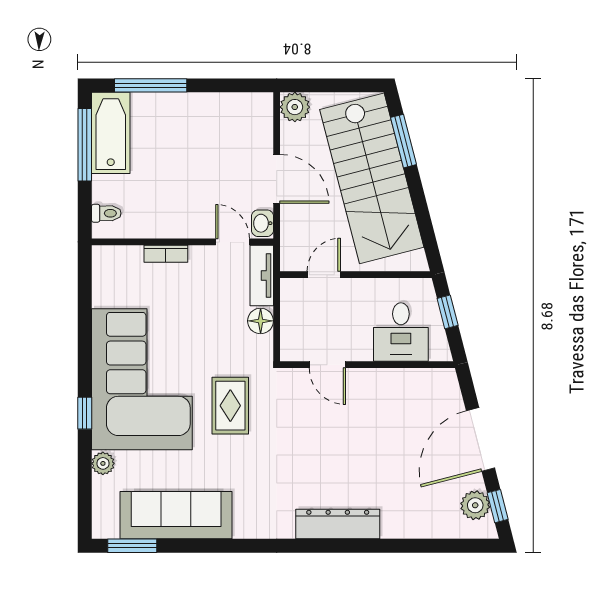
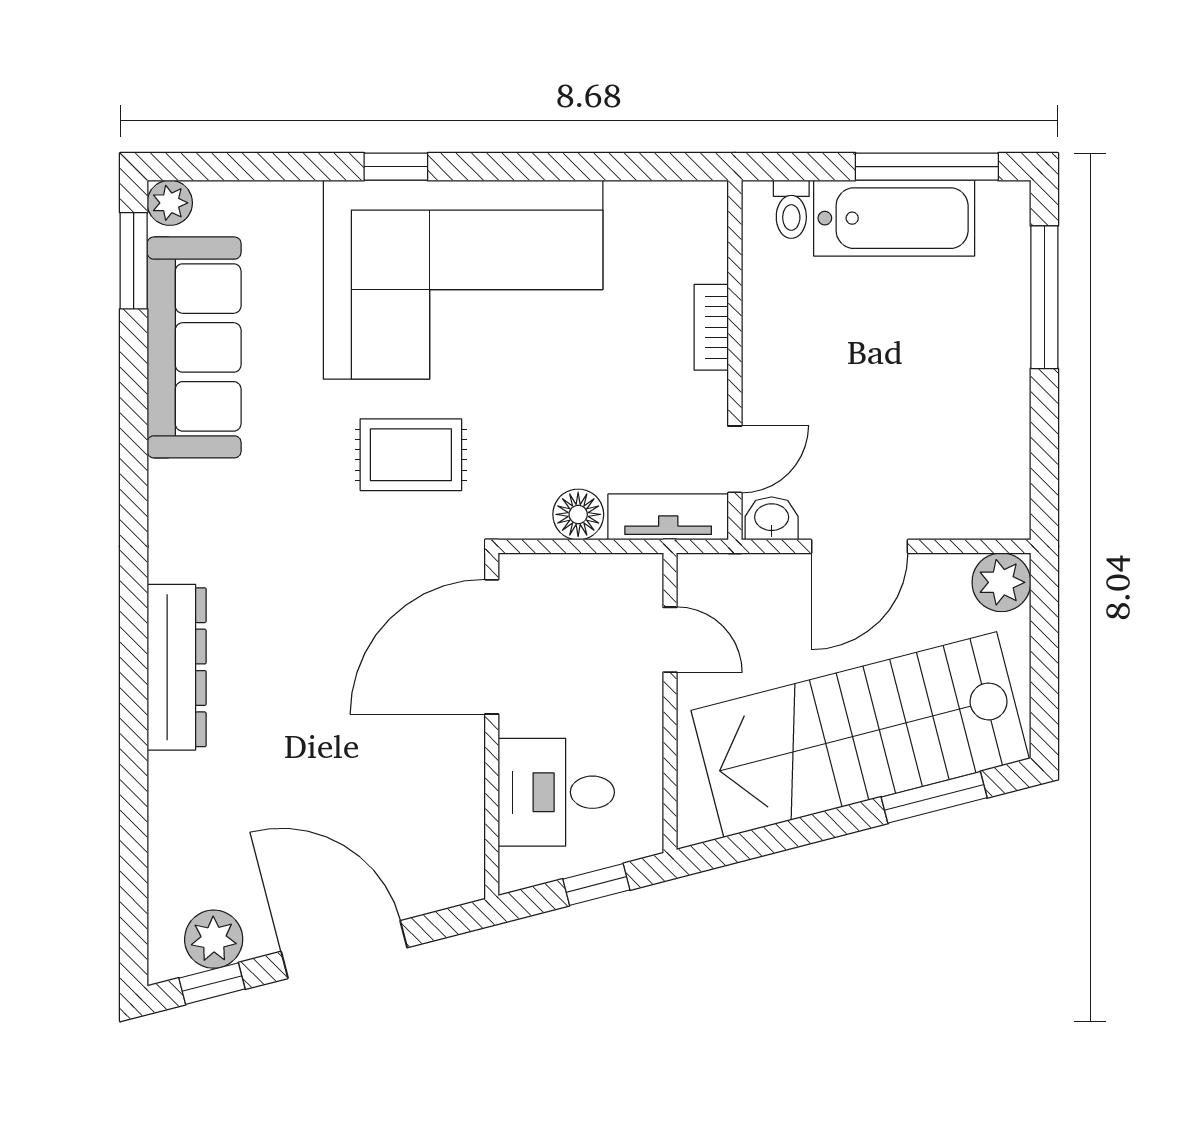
bathtub: (111, 133) -> (894, 218), moved
door: (327, 365) -> (492, 647), width x1.88
plant: (103, 463) -> (170, 203), moved

